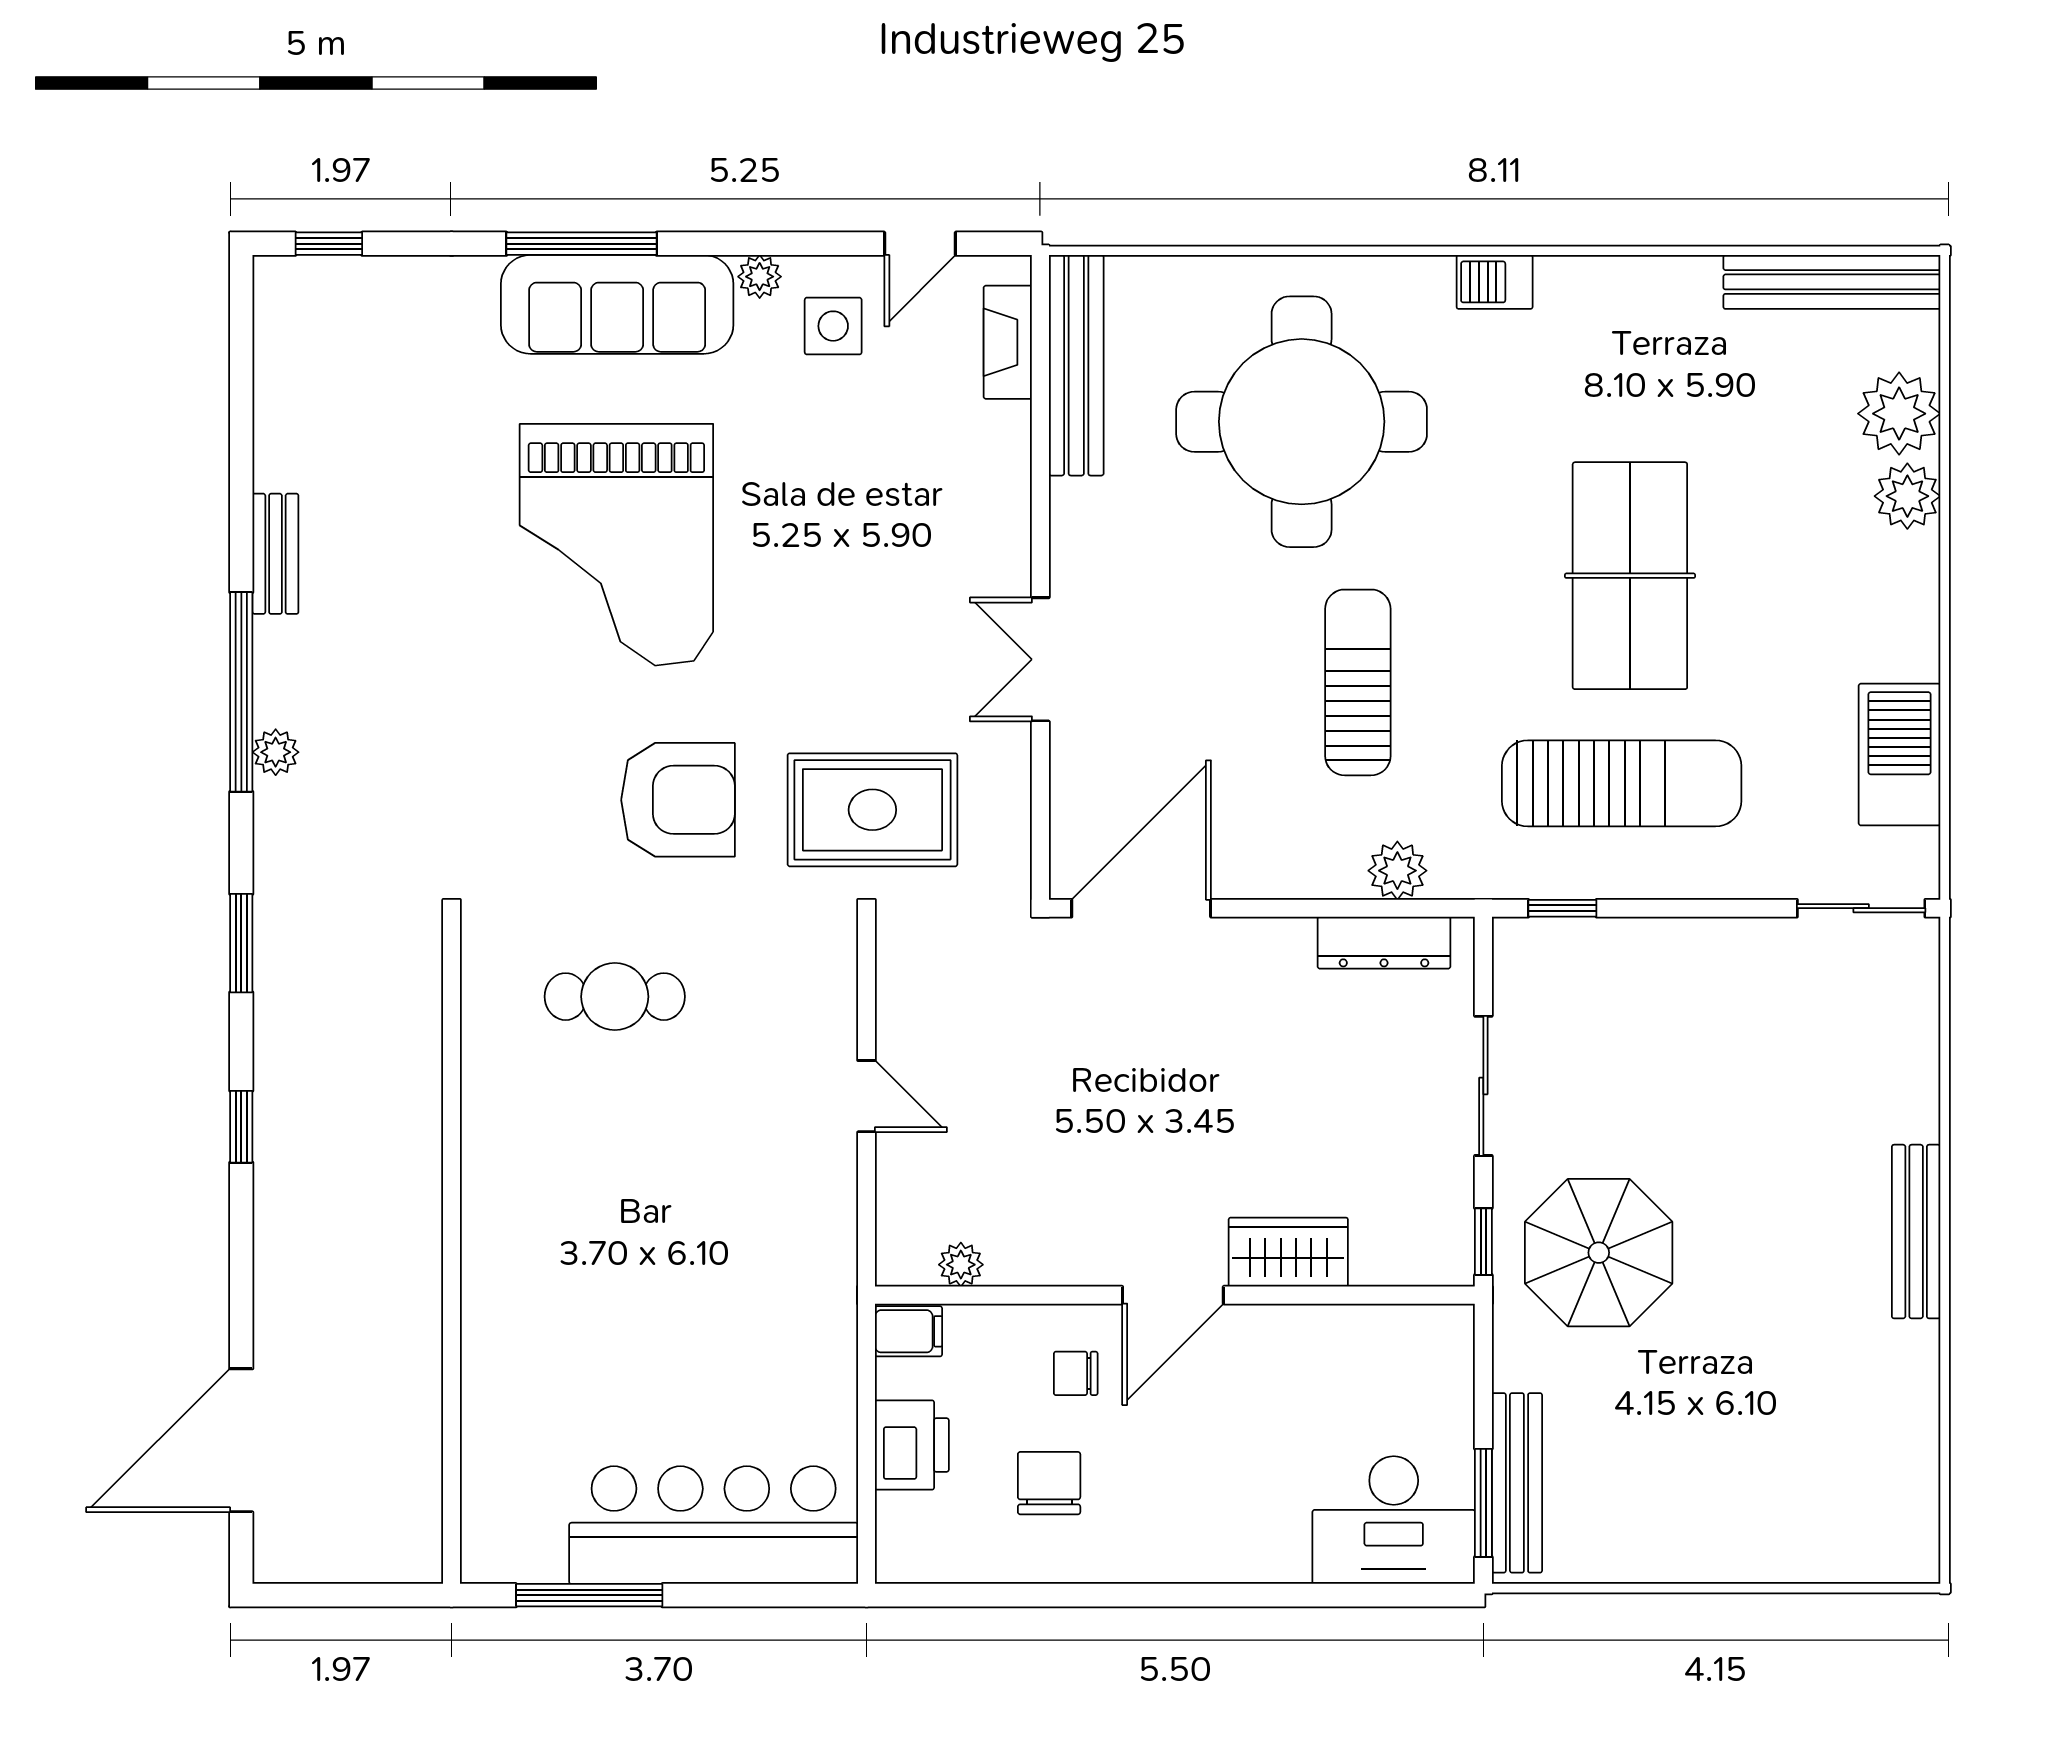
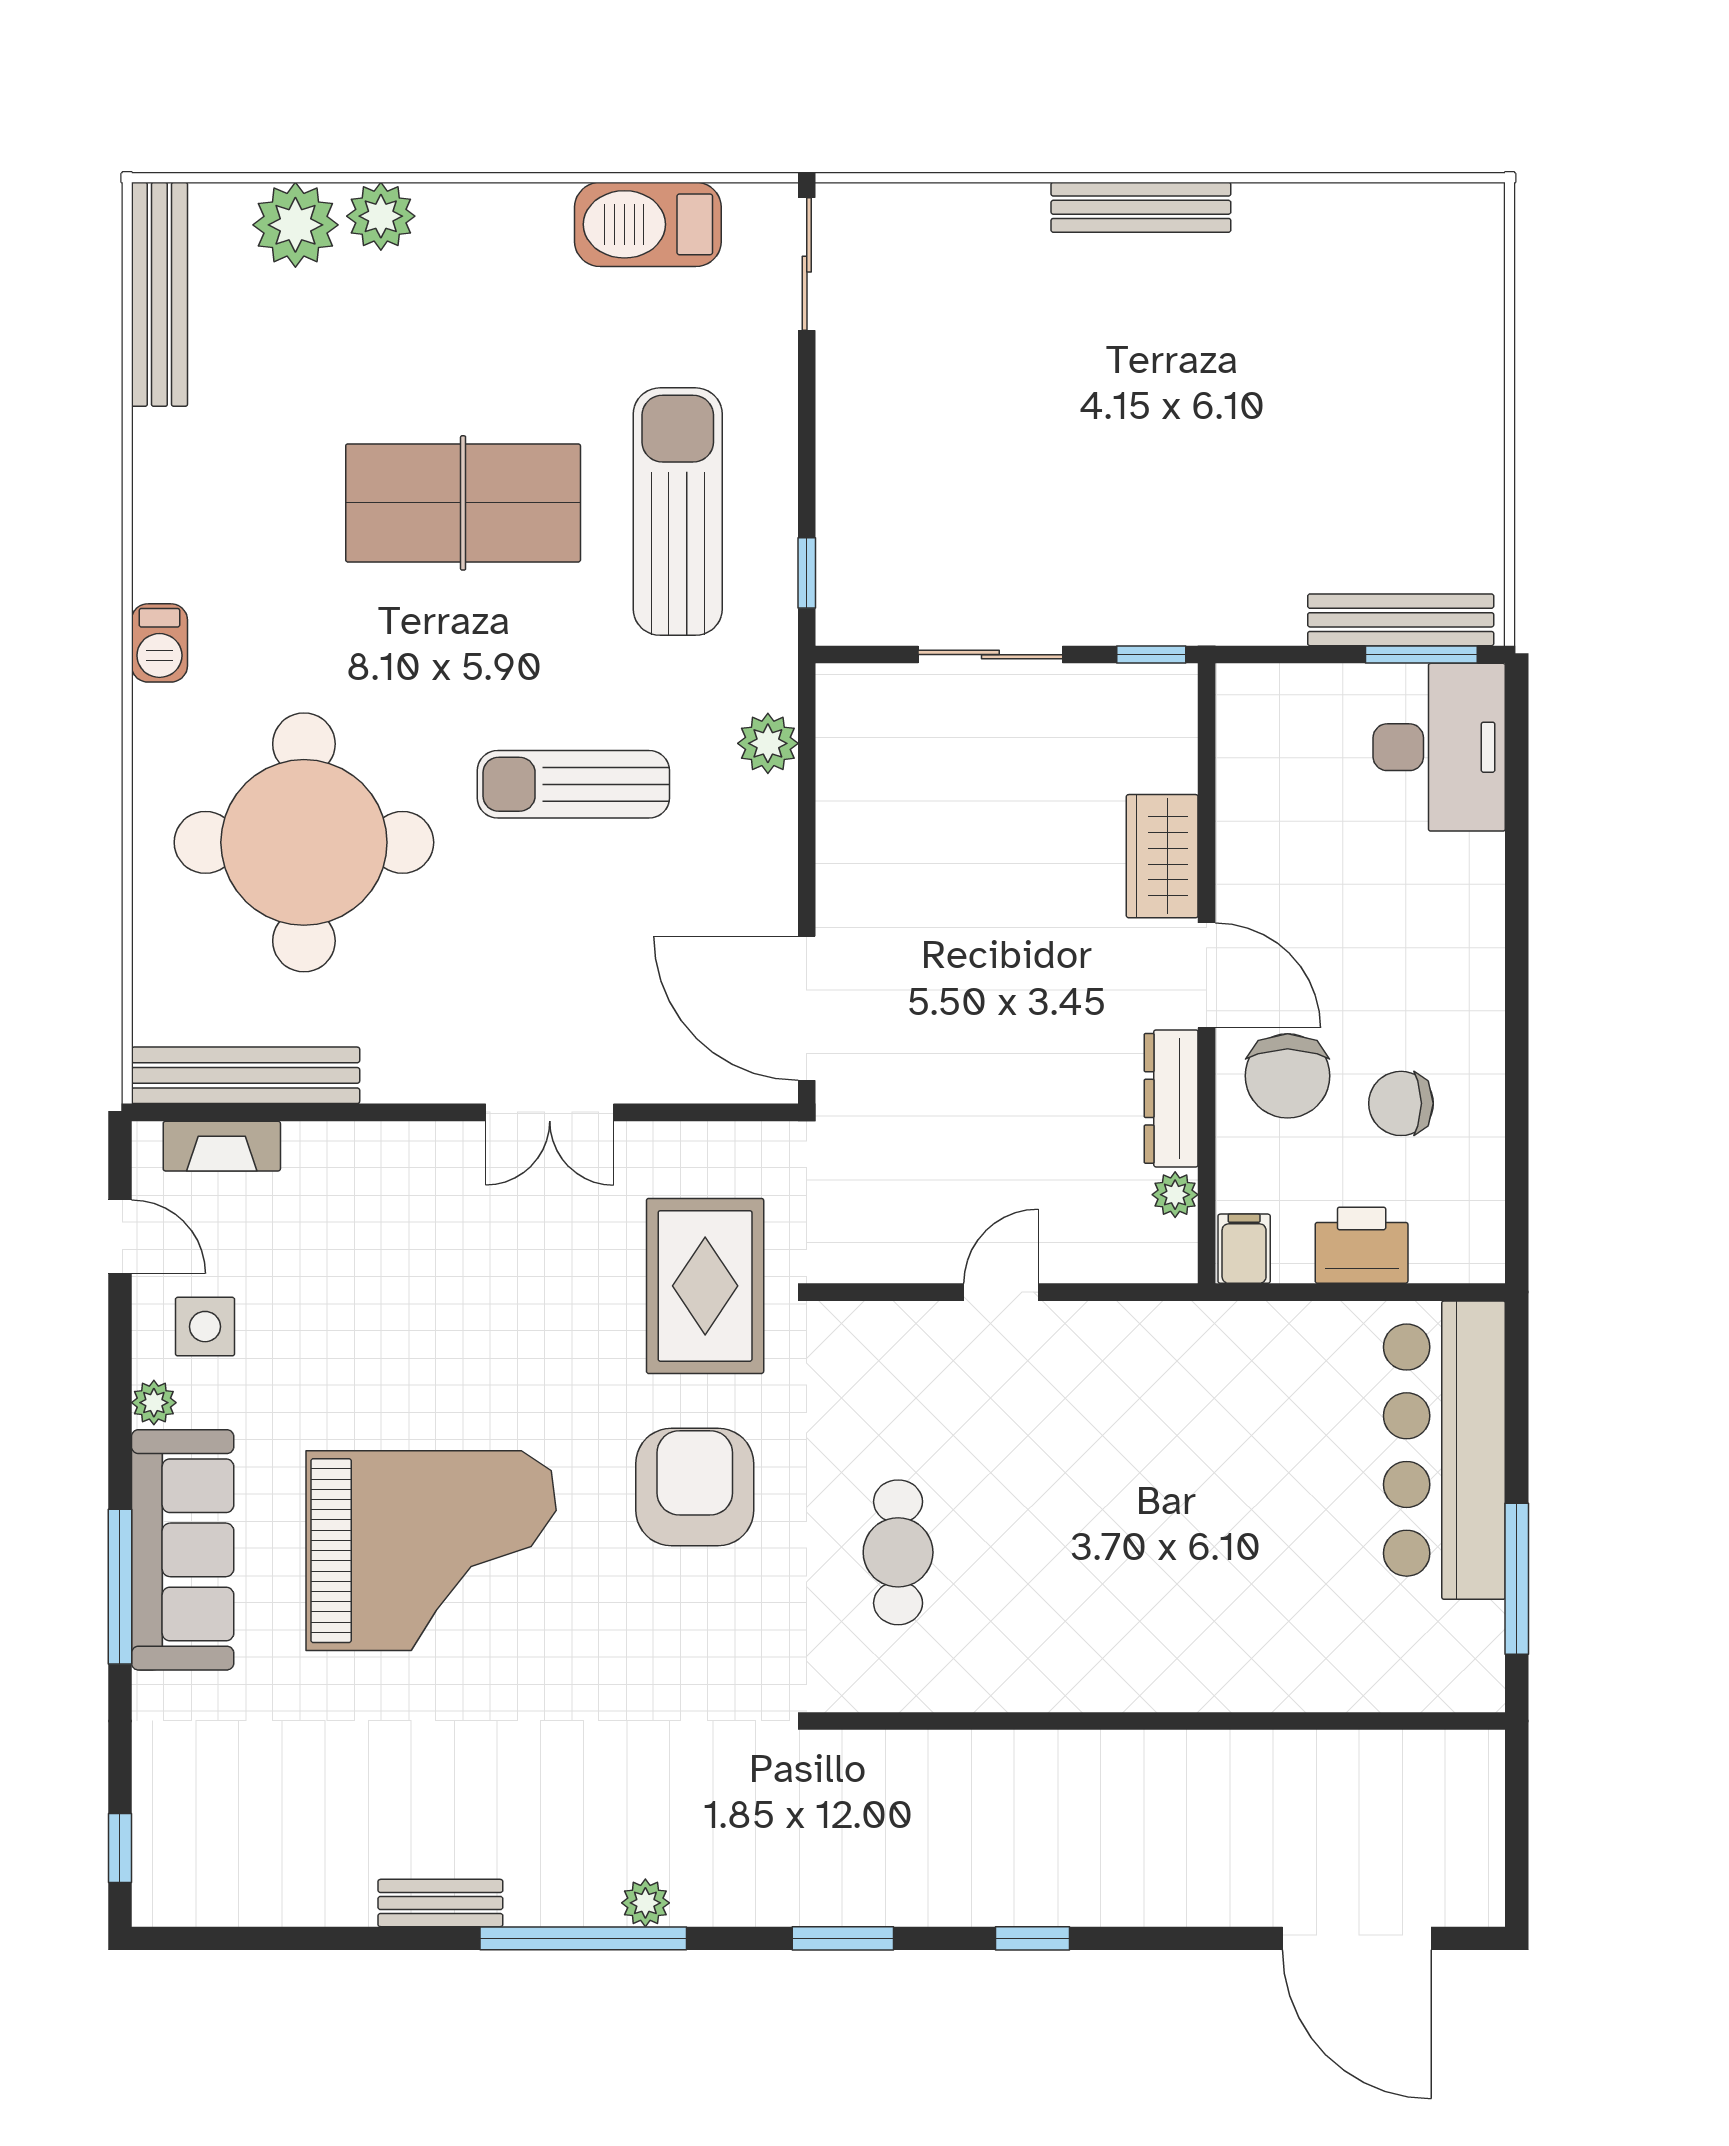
dresser: (1384, 943) -> (1171, 1098), moved, turned 180
parasol: (1599, 1253) -> (1163, 535), removed
chair: (1076, 1373) -> (1288, 1076), width x1.87, depth x1.87

